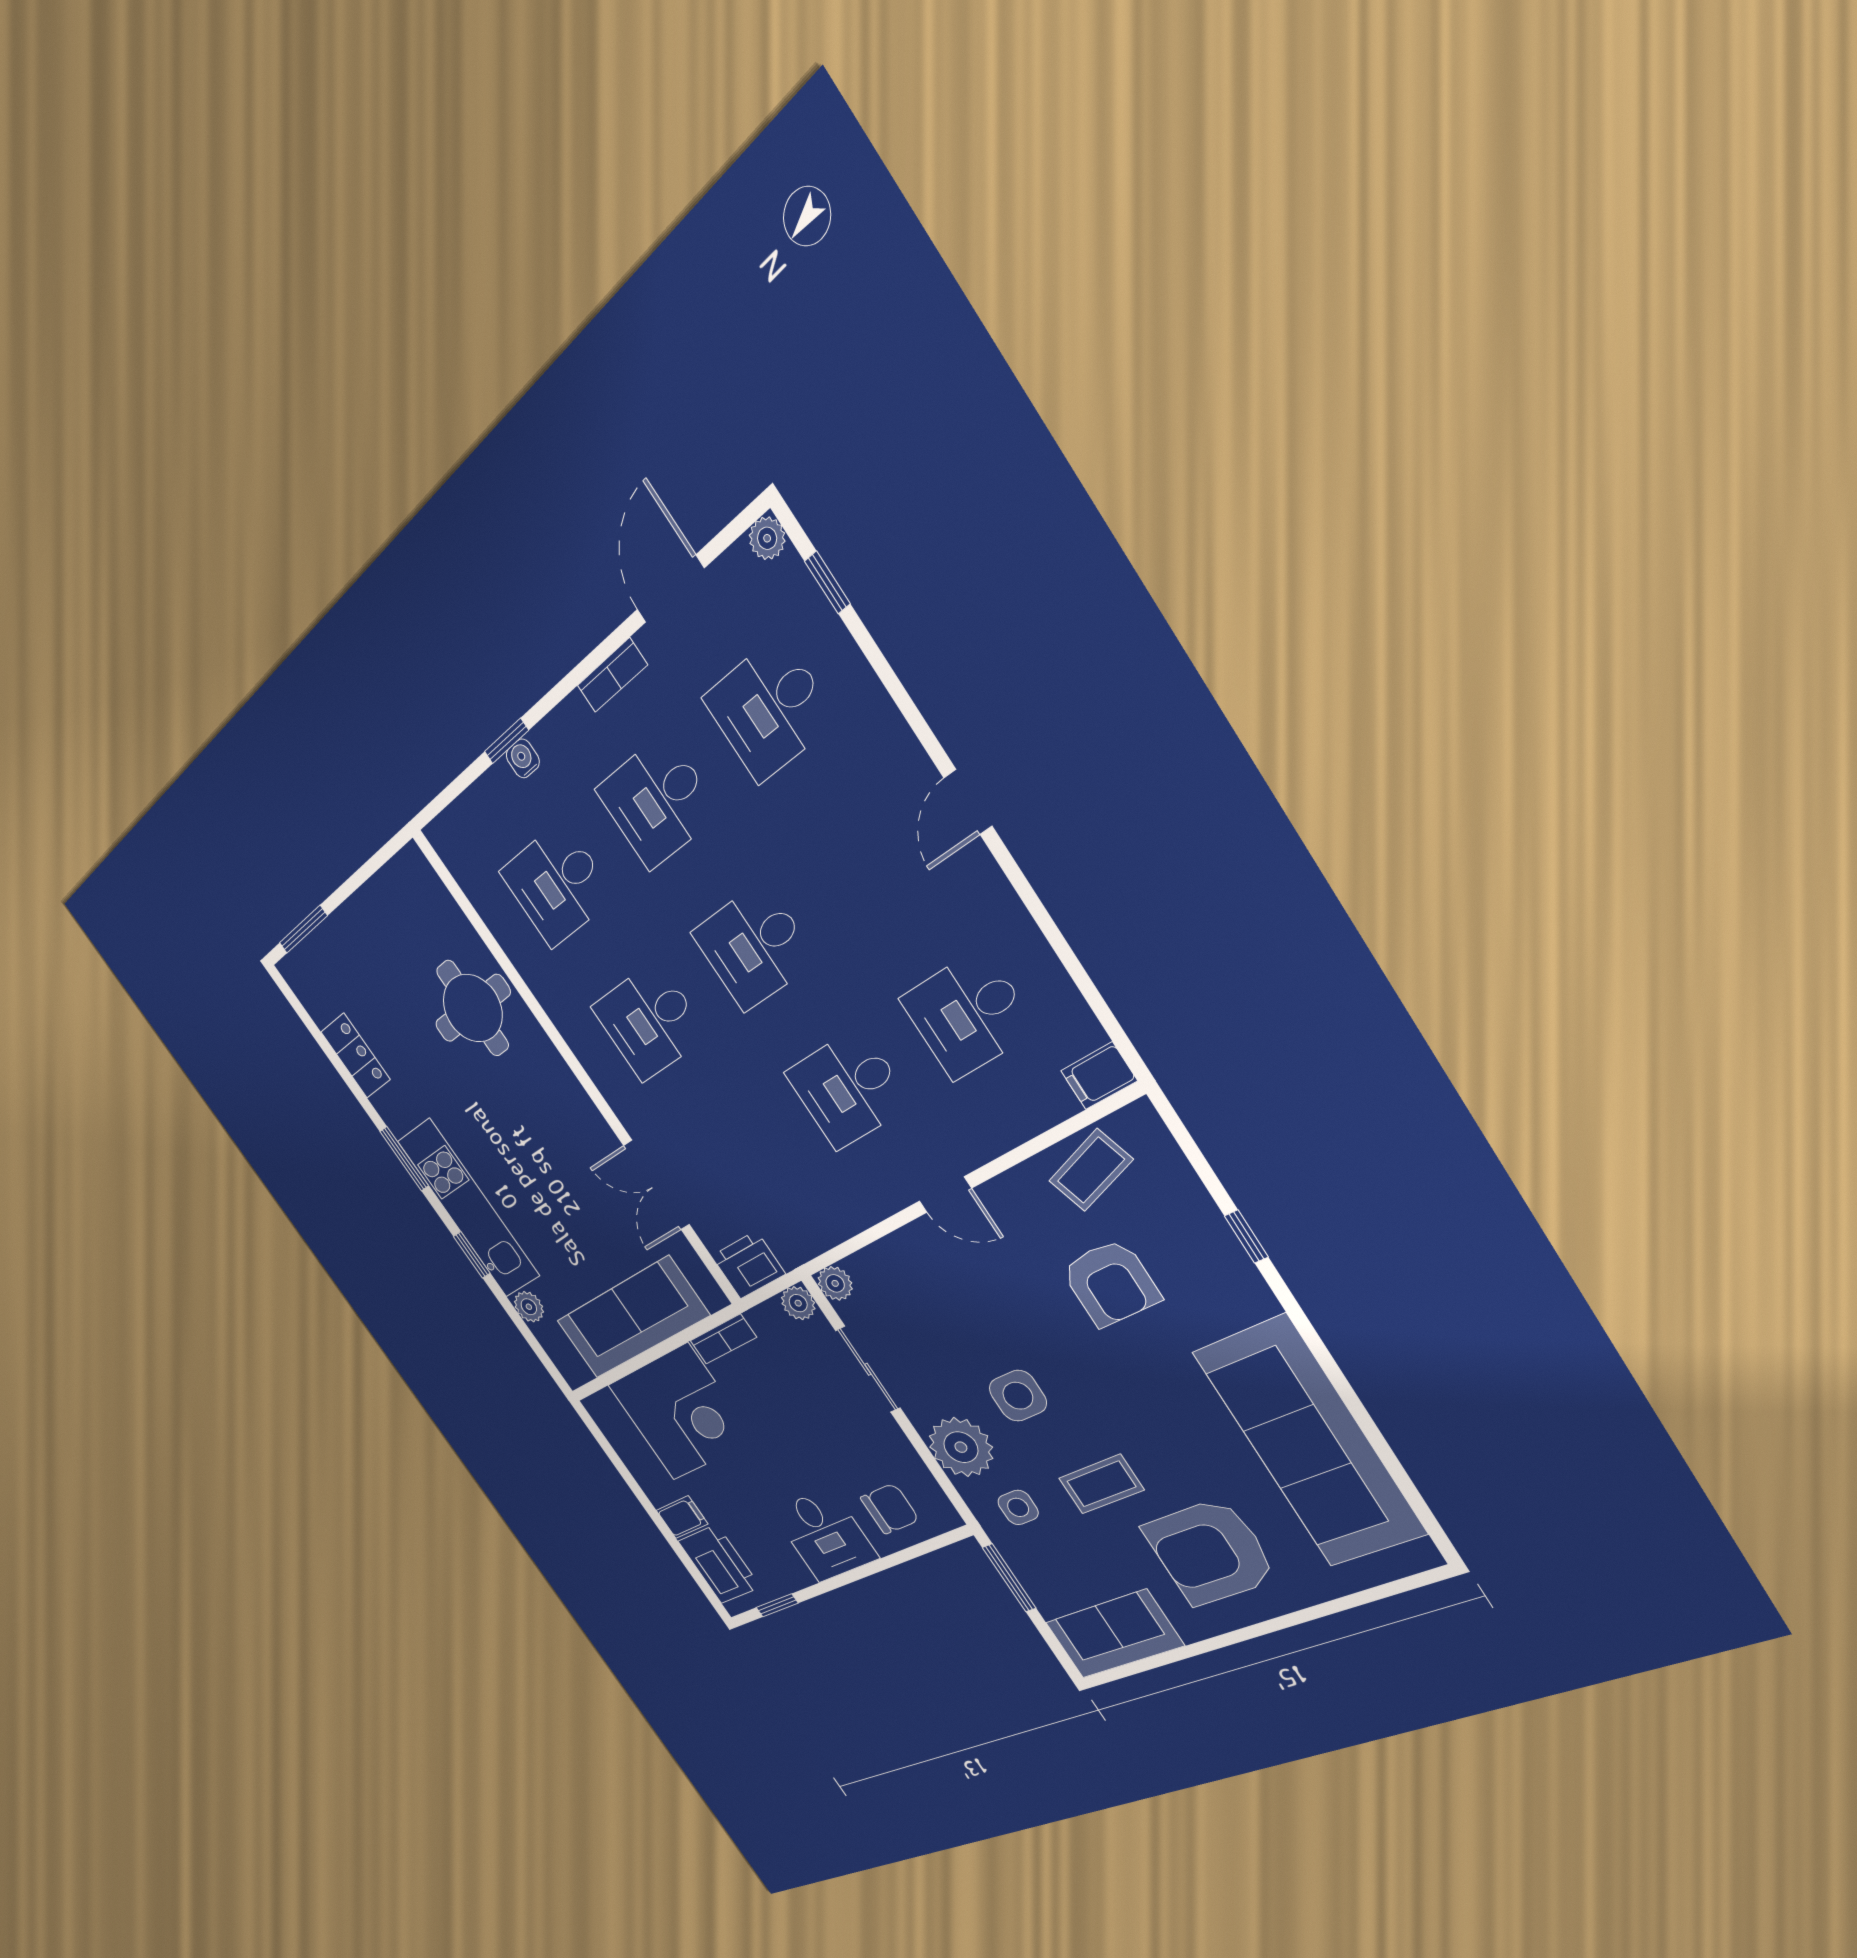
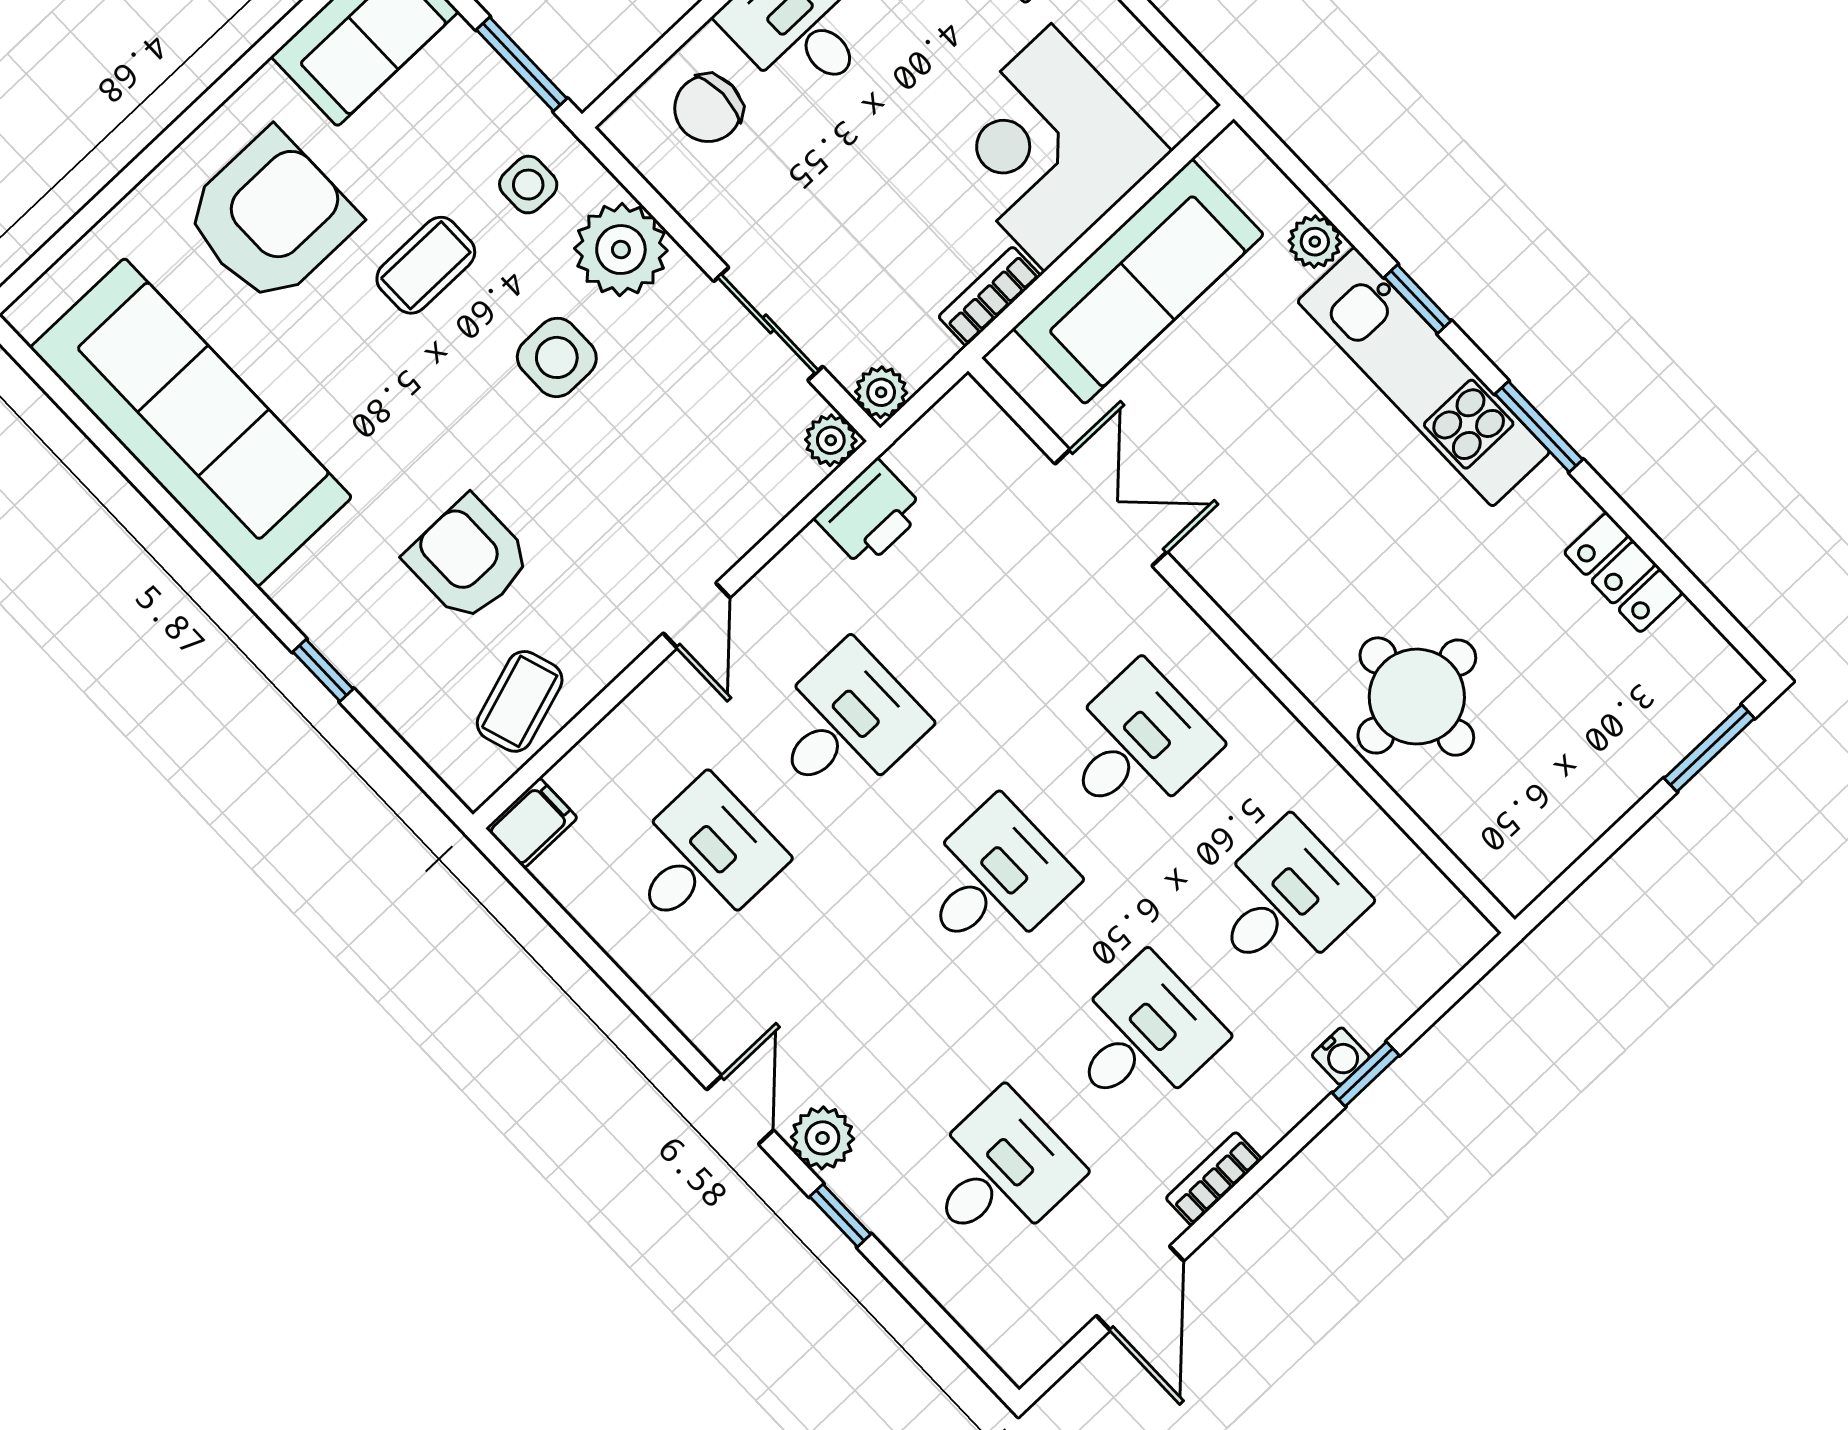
plant: (767, 538) -> (822, 1138), moved, width x1.38, depth x1.38
window: (827, 582) -> (840, 1215), moved
door: (945, 1195) -> (697, 615), swing flipped
printer: (748, 1265) -> (870, 514), moved

